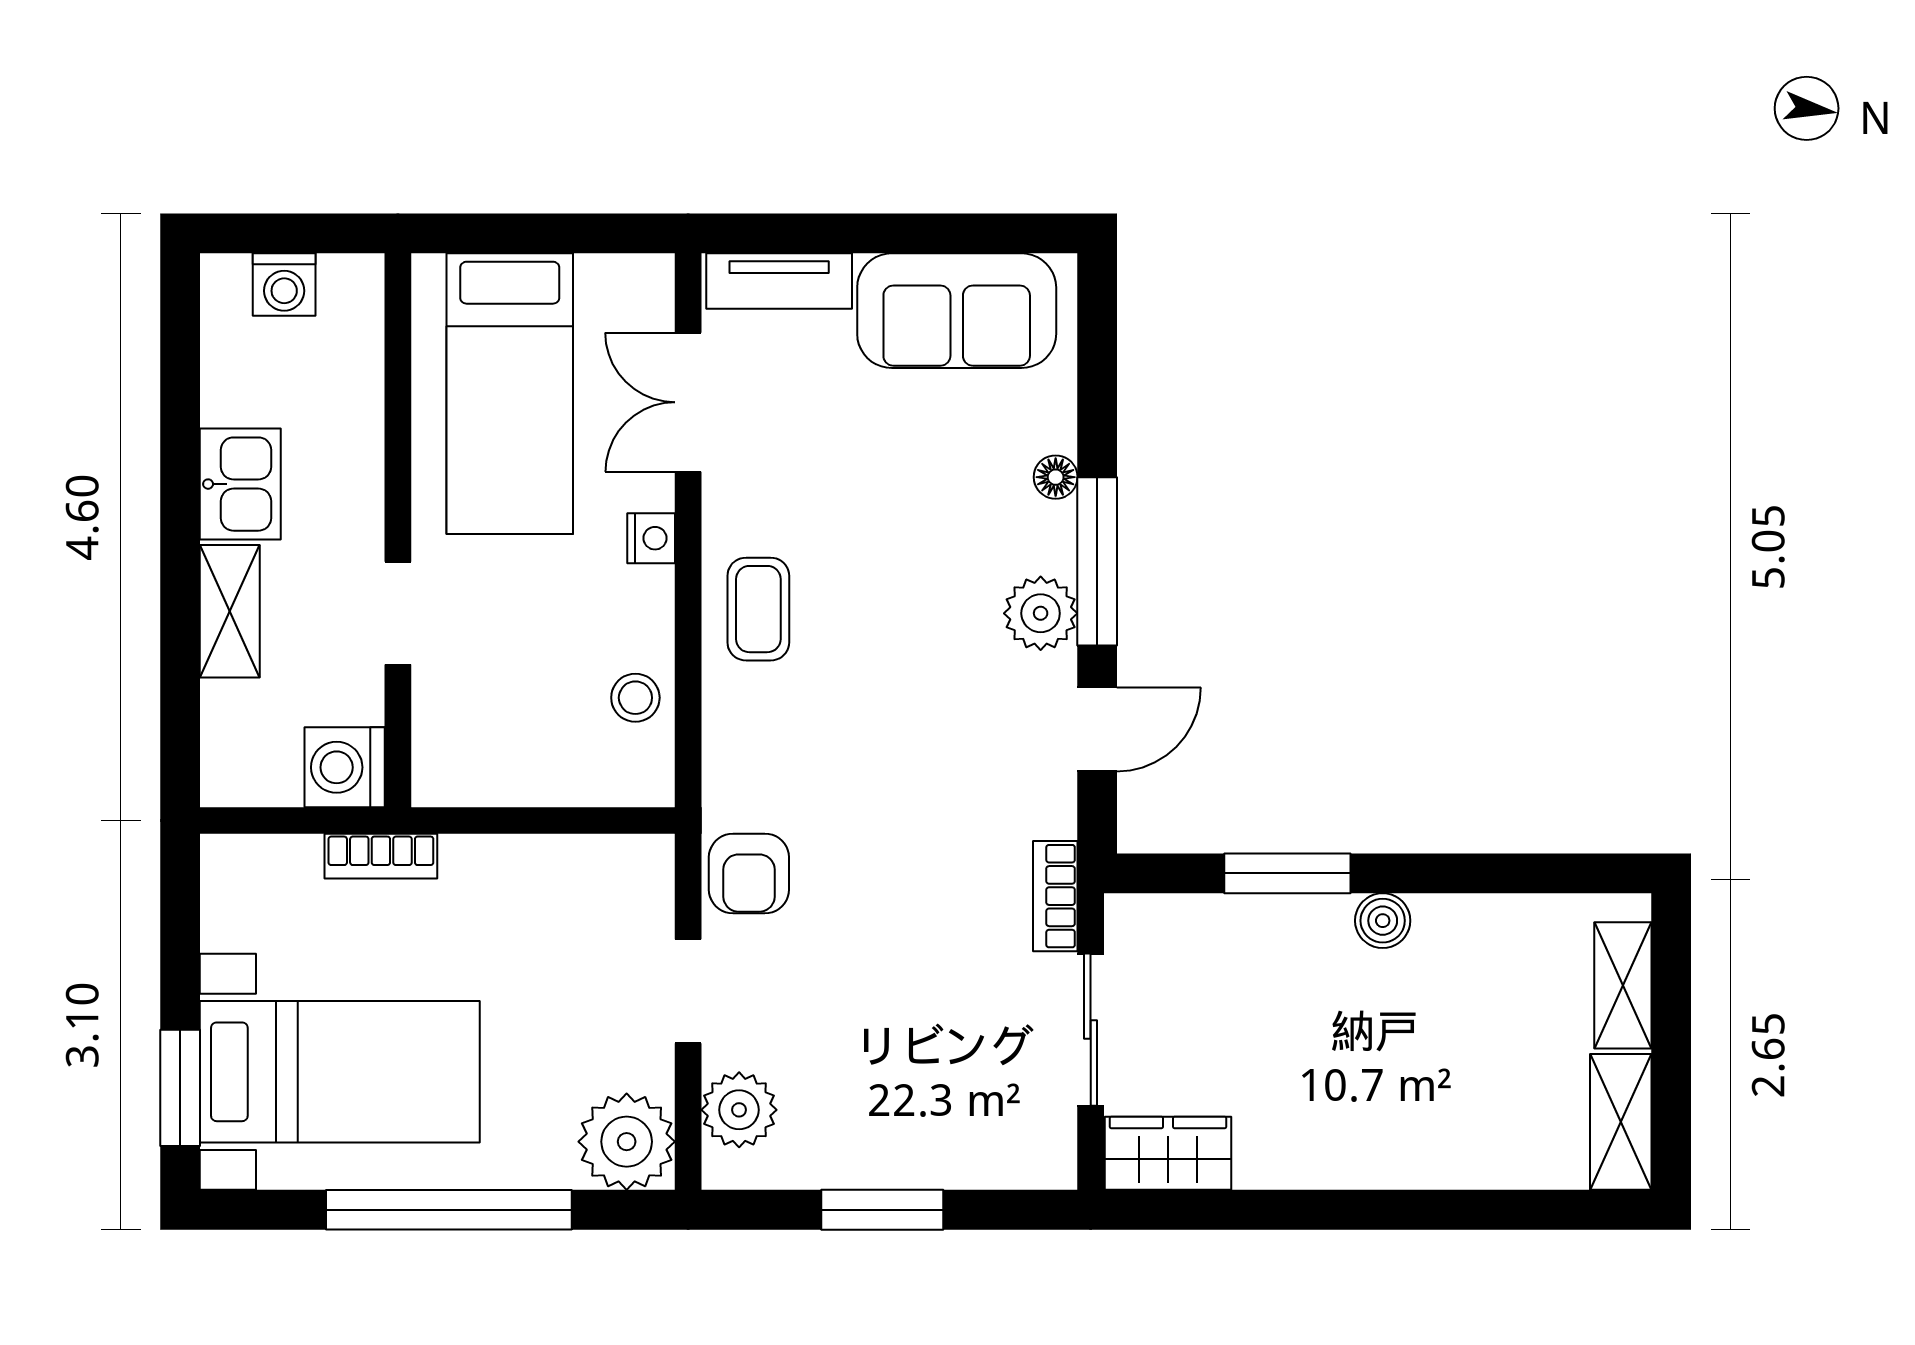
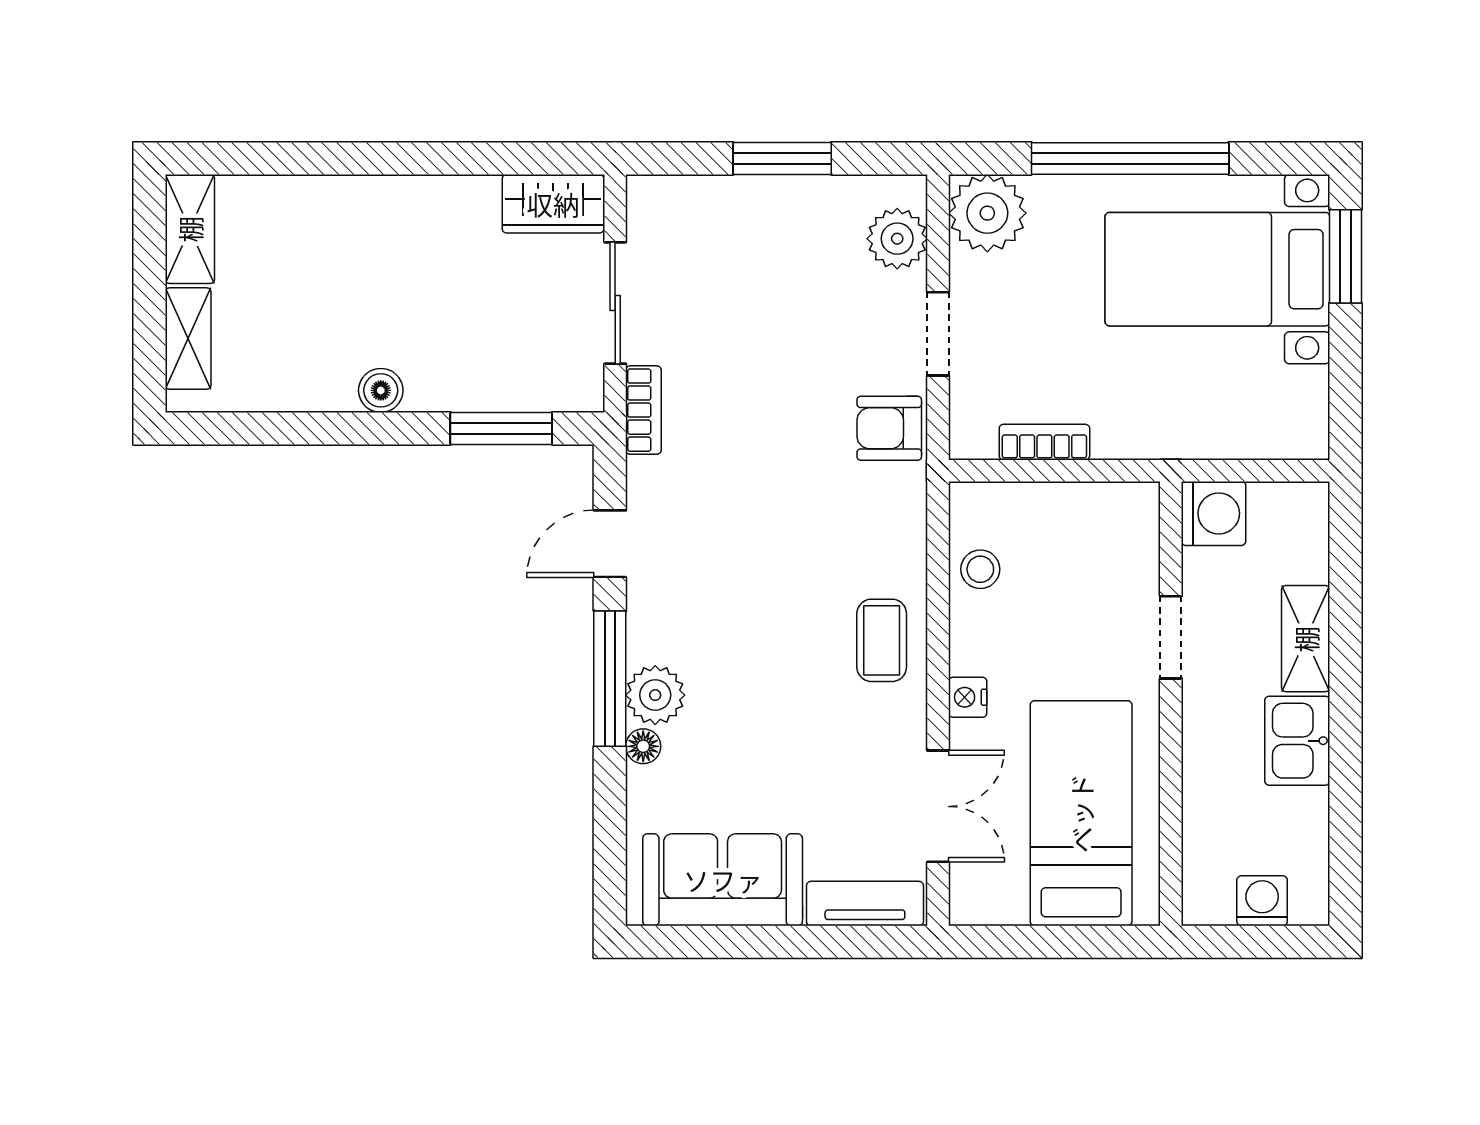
plant: (1041, 613) -> (655, 695), moved
bookcase: (381, 856) -> (1044, 442), moved
armchair: (749, 873) -> (889, 428), turned -90
window: (1287, 873) -> (501, 428), moved

